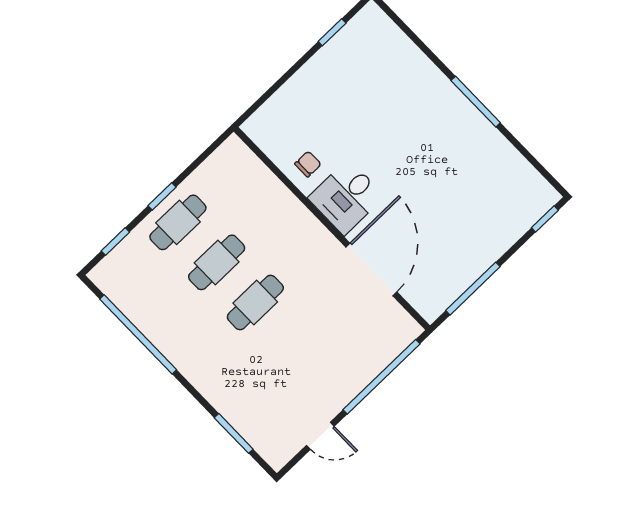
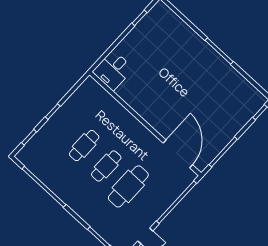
chair: (308, 164) -> (130, 90), removed
desk: (346, 197) -> (113, 70), moved
cafe table: (178, 222) -> (128, 186), moved, width x1.37, depth x1.35
door: (371, 269) -> (178, 154), moved

